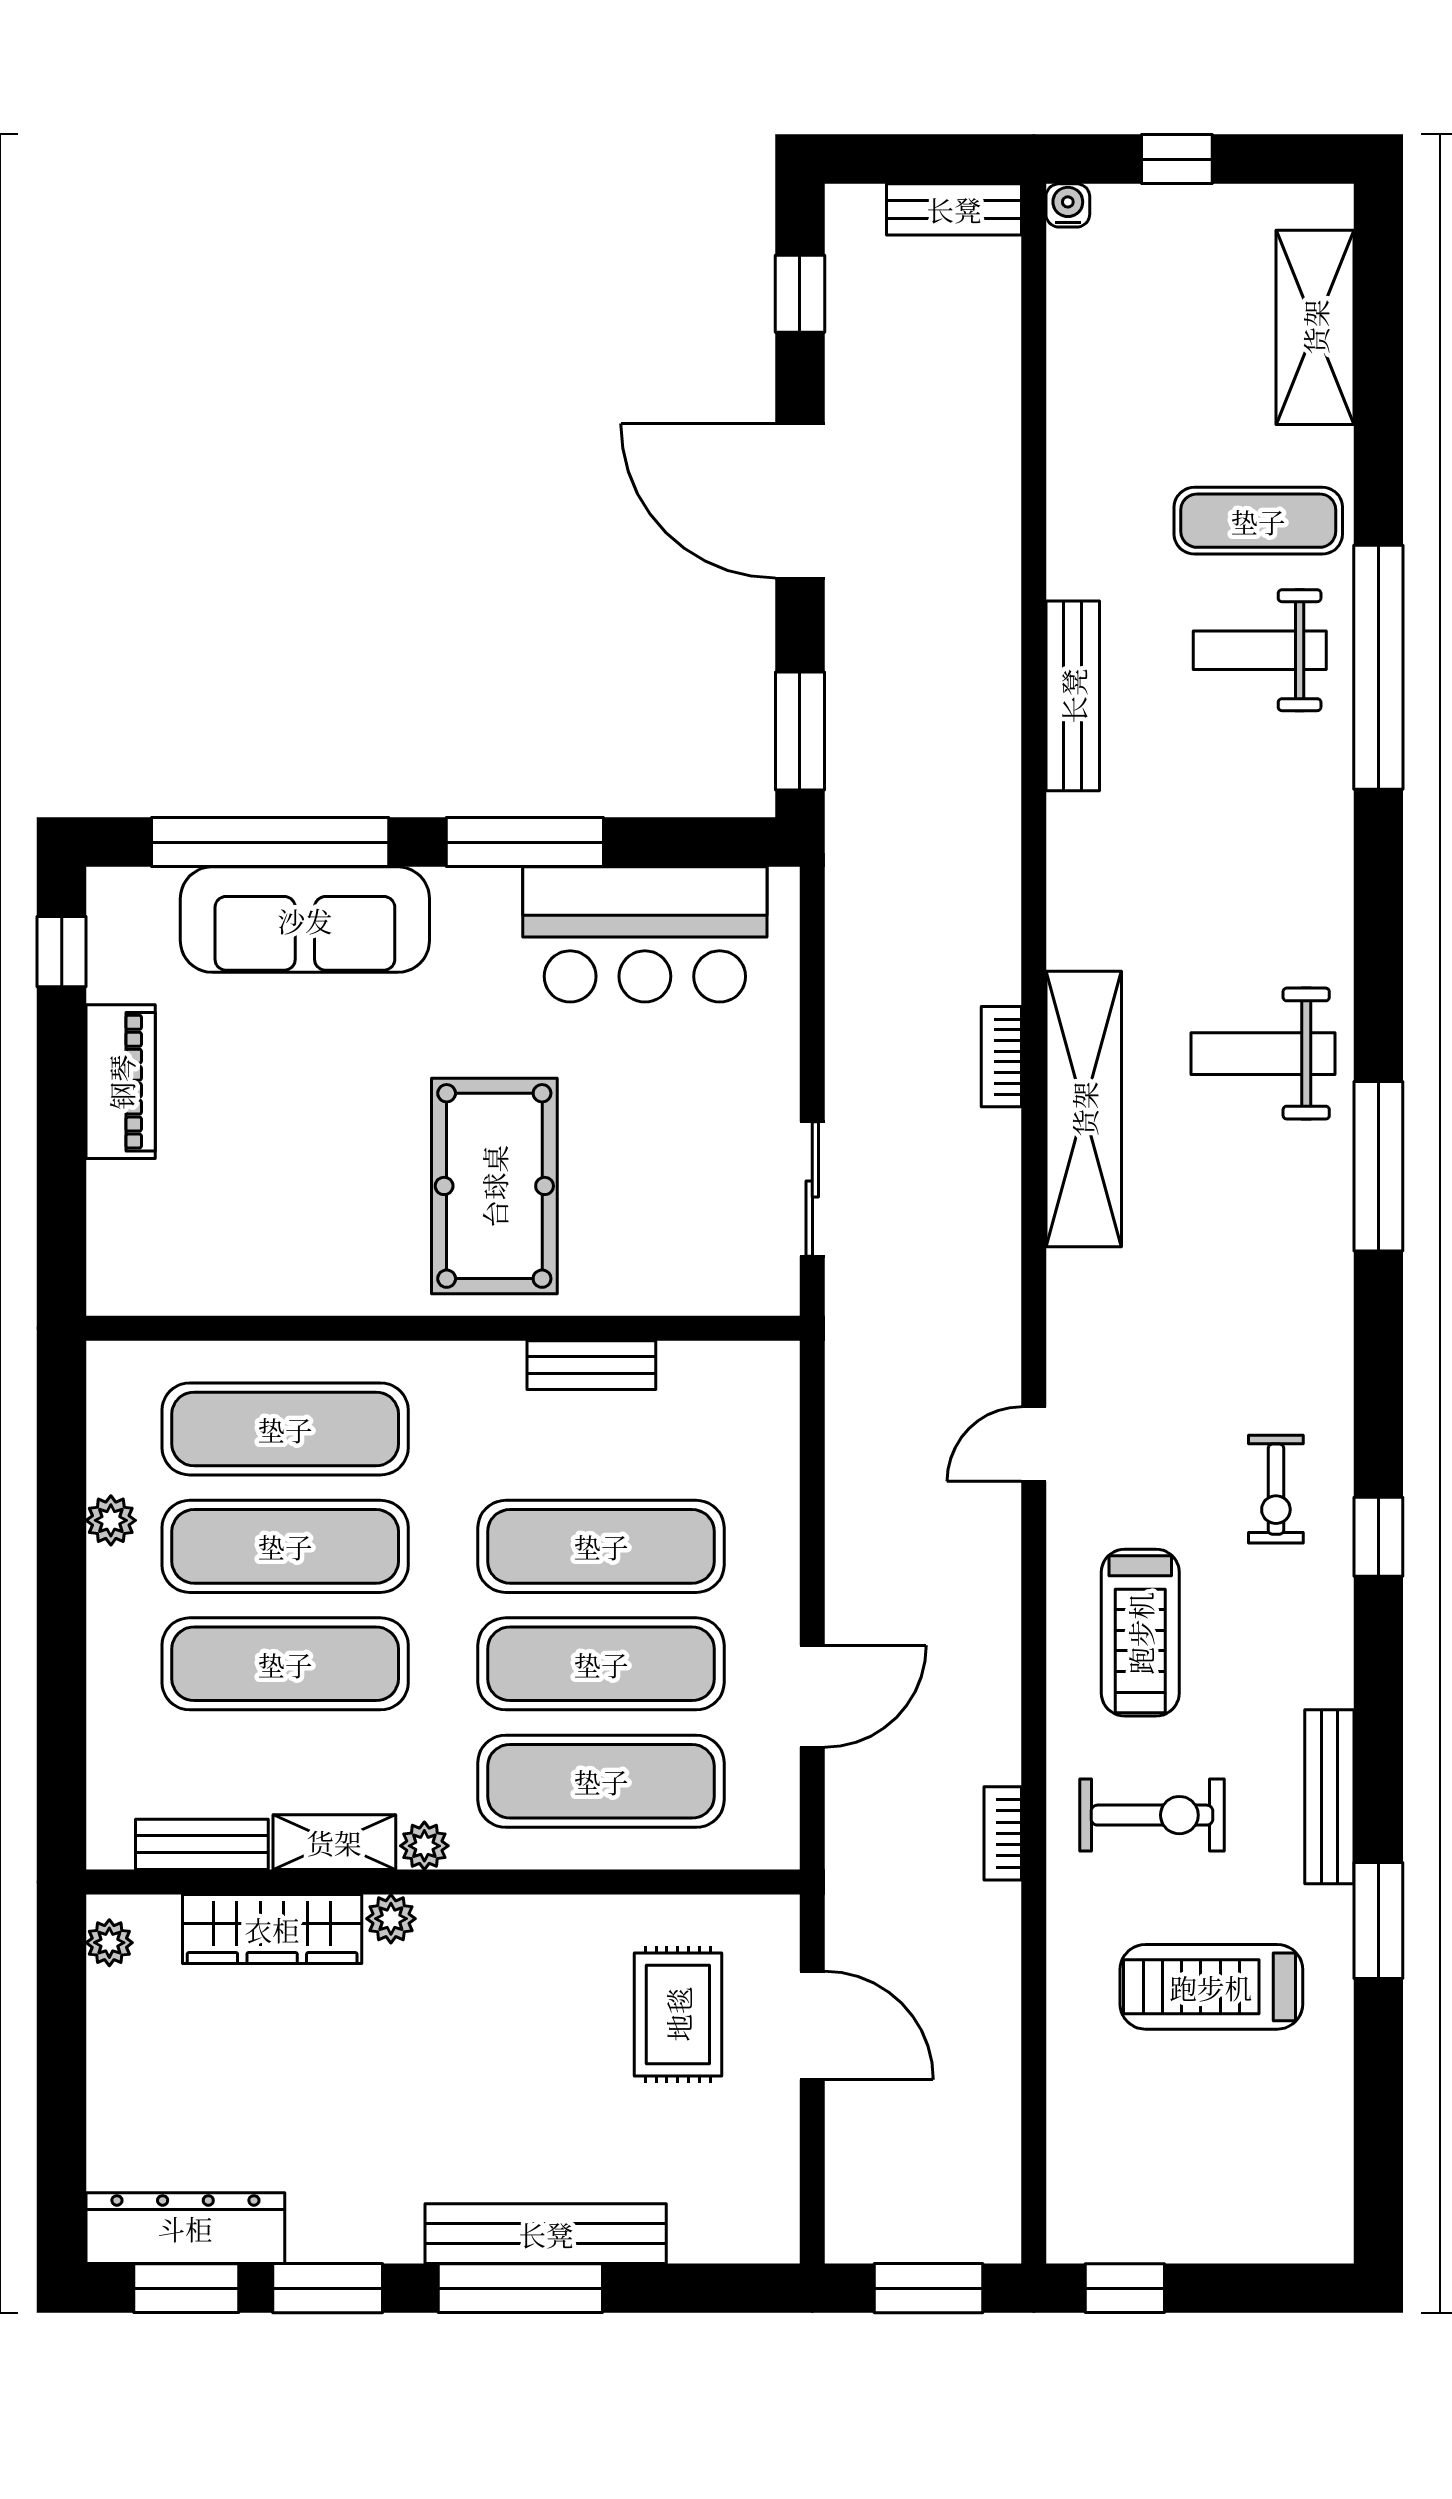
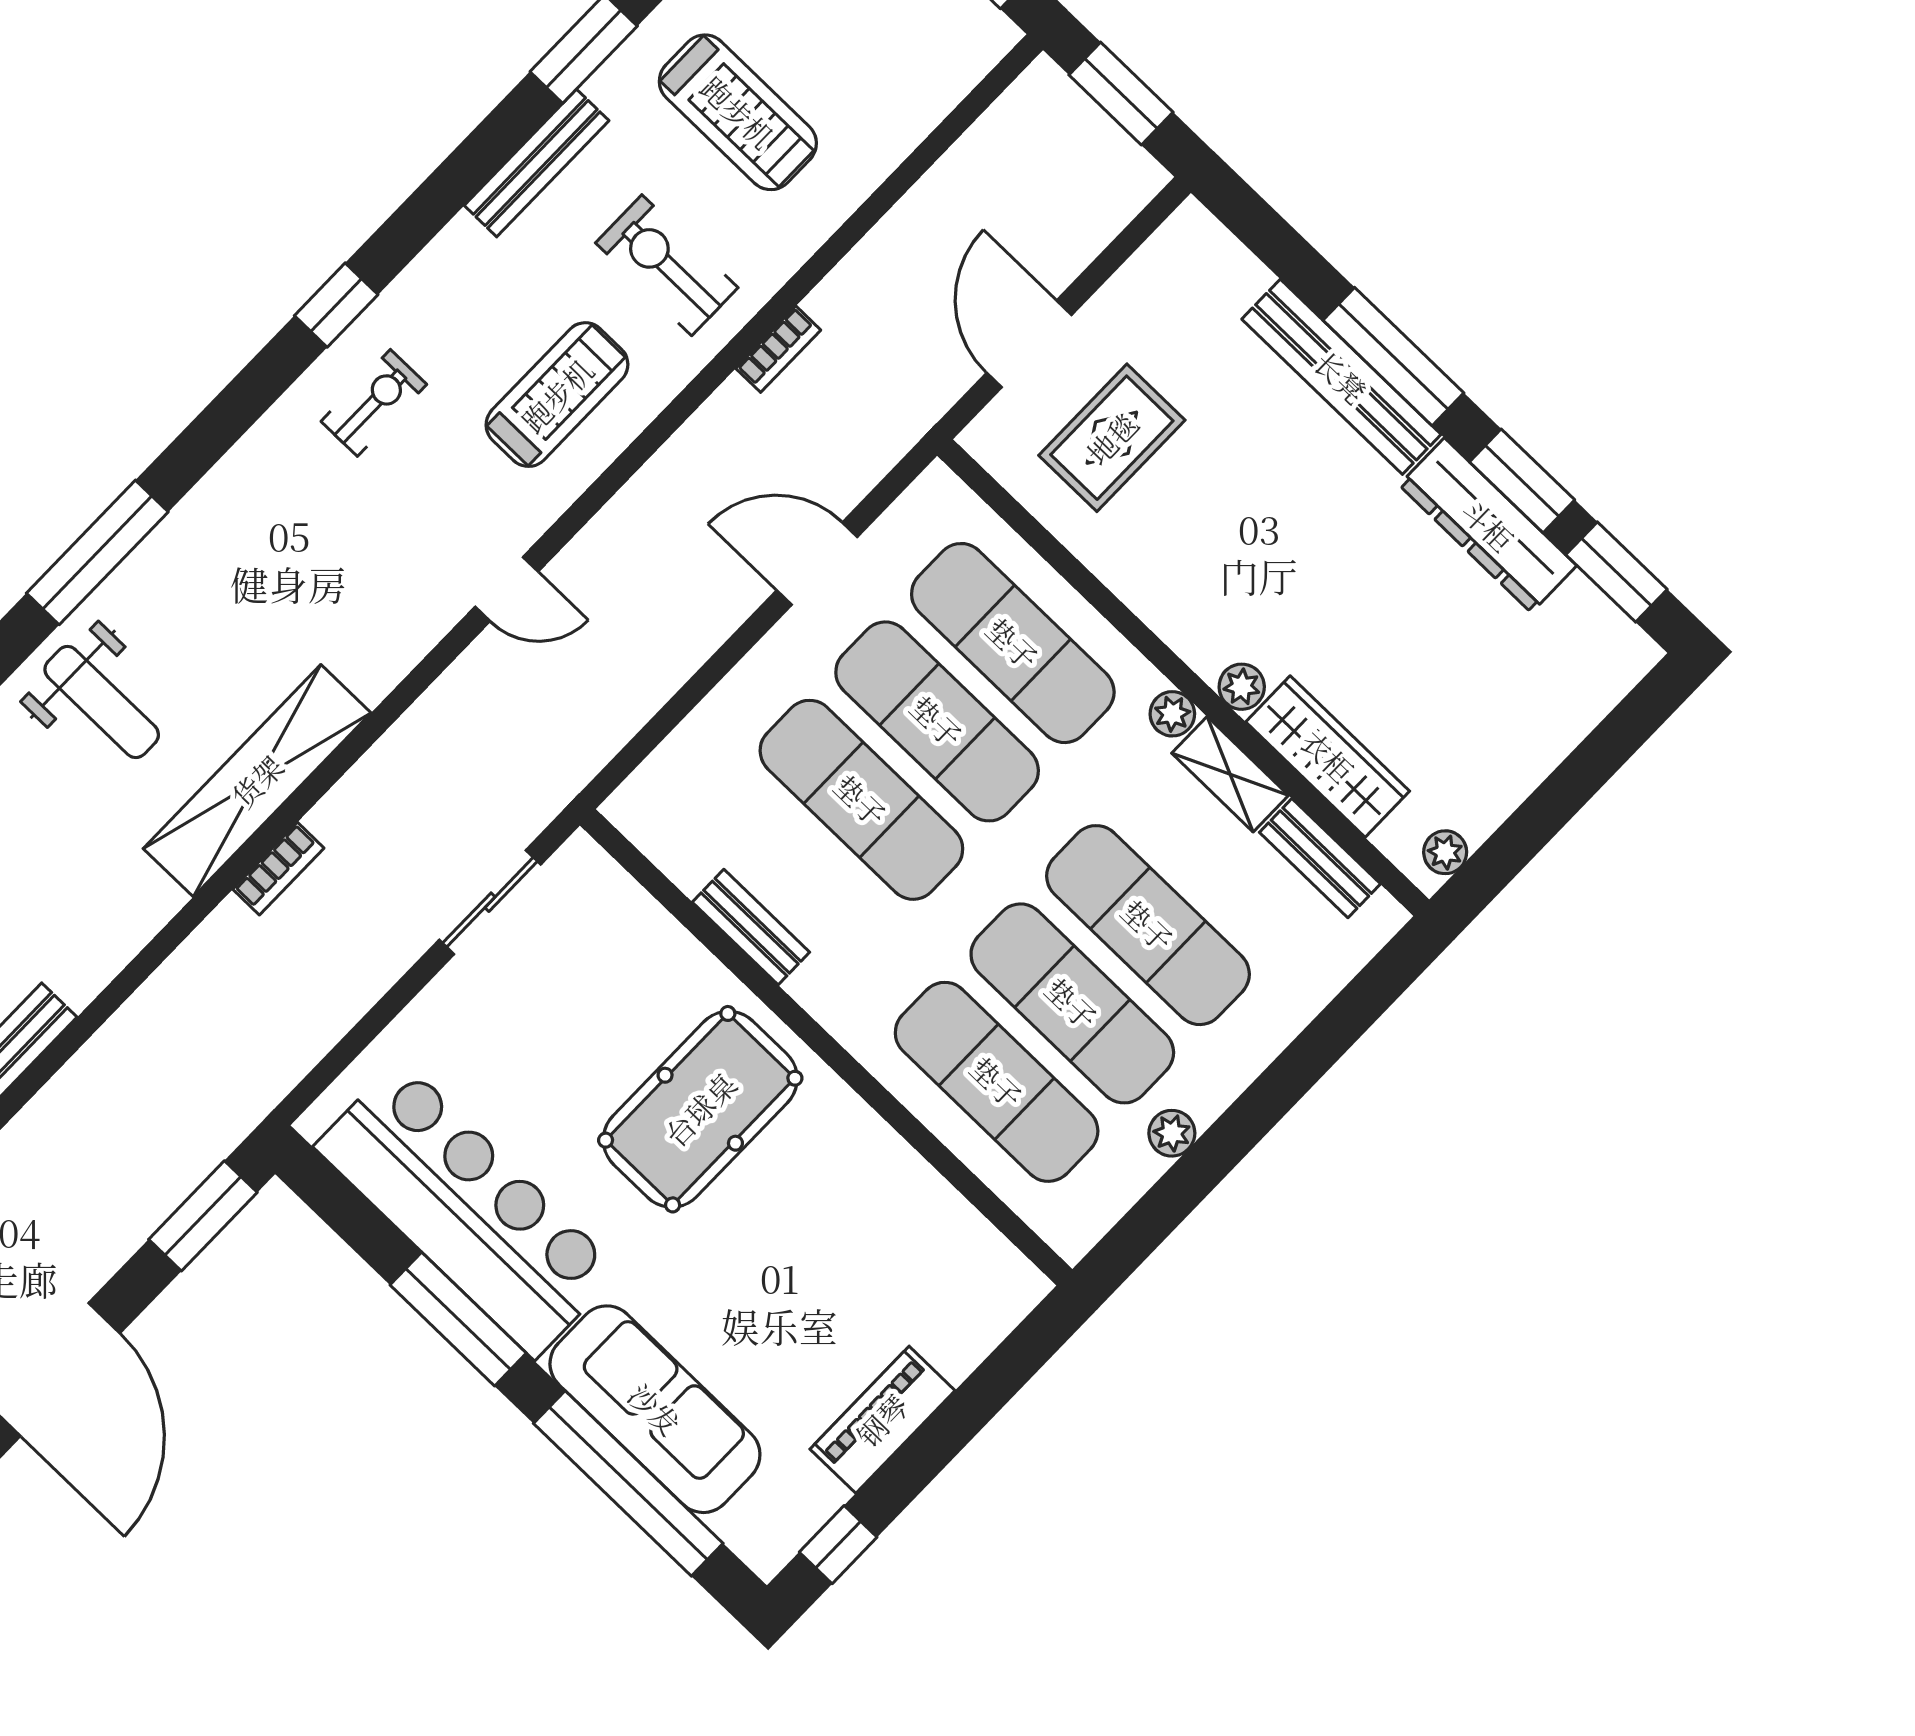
bar counter: (645, 934) -> (467, 1209), width x1.36
dresser: (185, 2228) -> (1488, 525), moved

